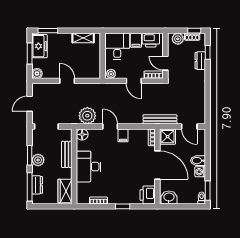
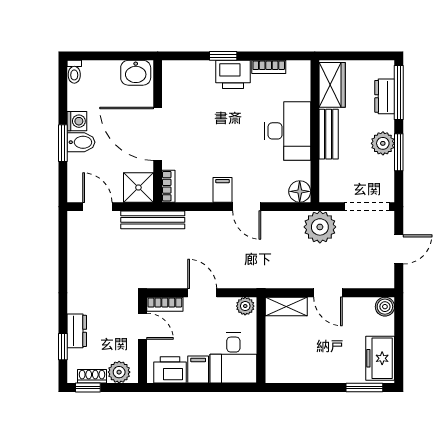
shelving: (83, 38) -> (286, 306), moved
window: (30, 54) -> (399, 344), removed
plant: (87, 116) -> (320, 227), moved
bench: (67, 154) -> (329, 134), moved
window: (208, 191) -> (63, 143), moved
printer: (148, 195) -> (233, 74), moved, turned 90

